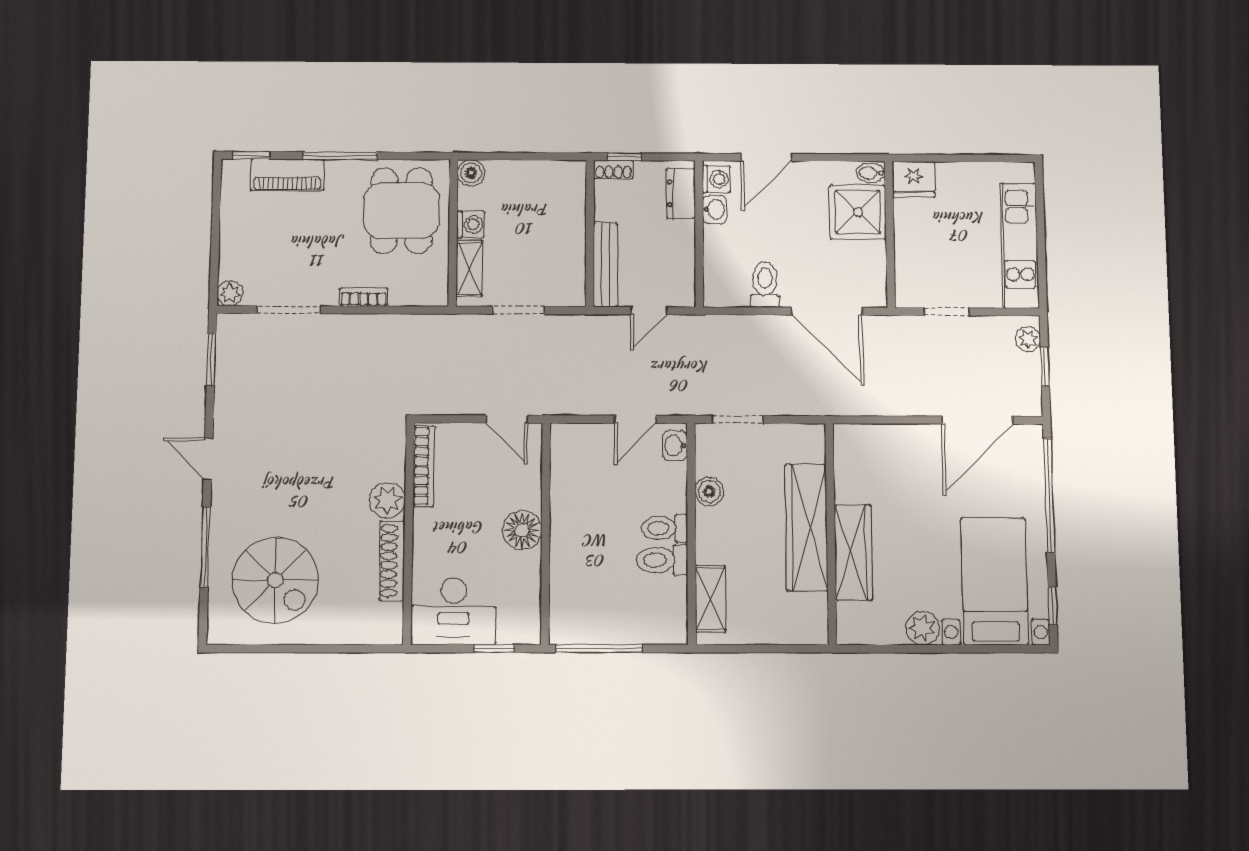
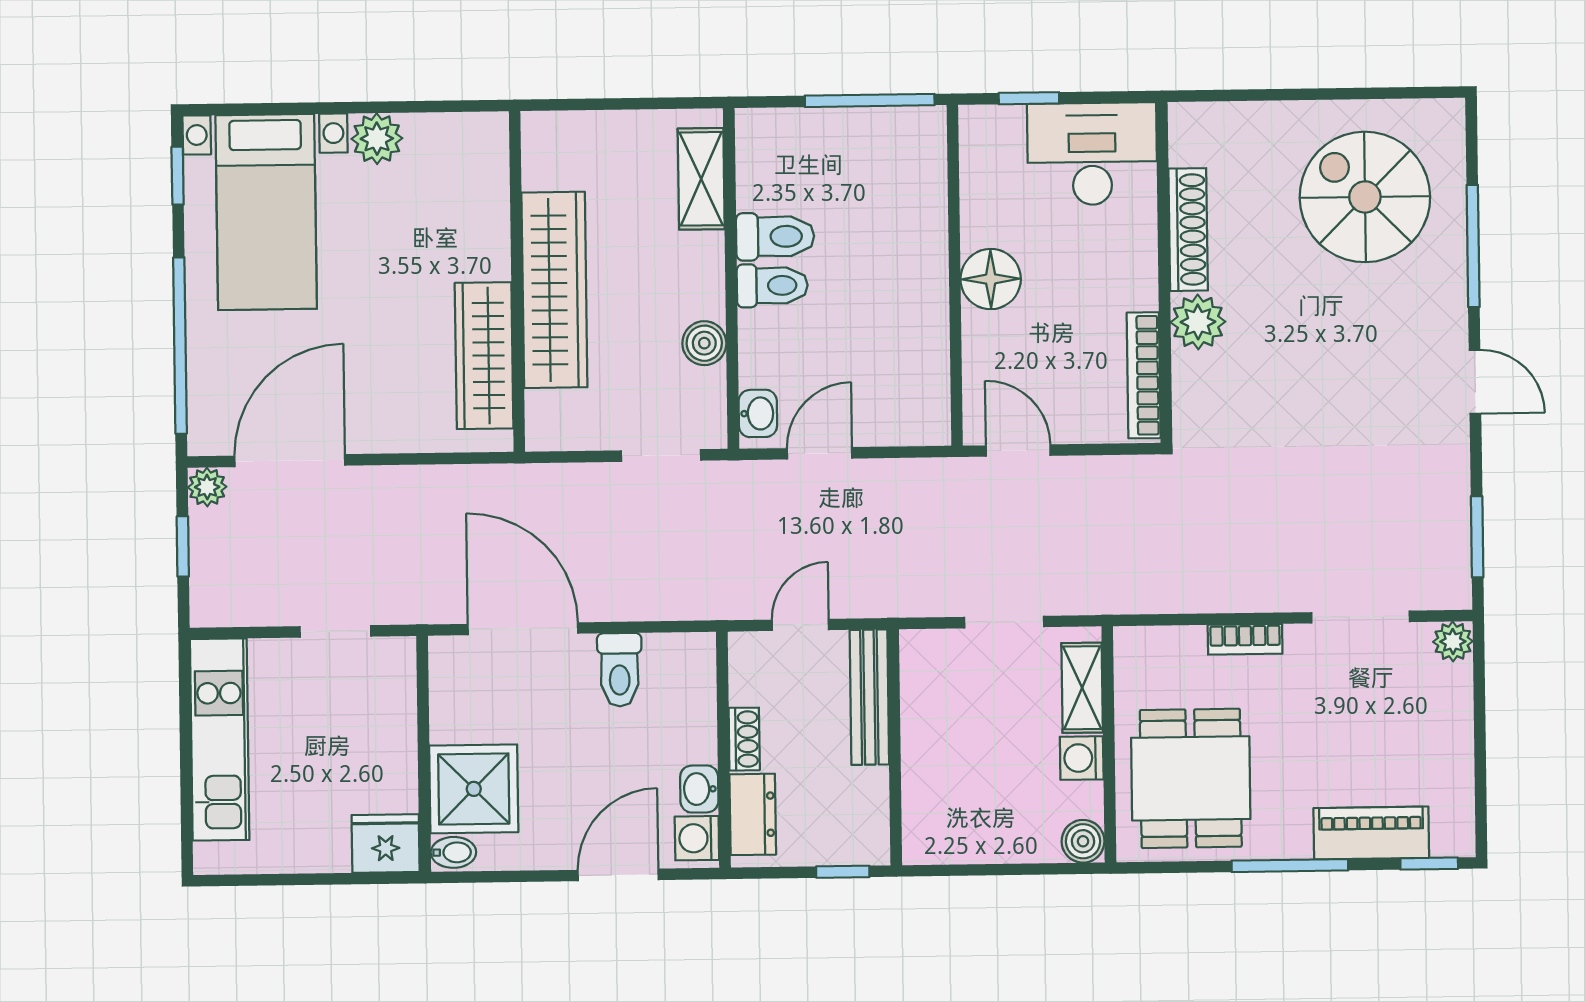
shoe rack: (614, 170) -> (744, 739), moved, turned 90
plant: (1028, 339) -> (207, 487), moved
wardrobe: (853, 552) -> (484, 356), moved

